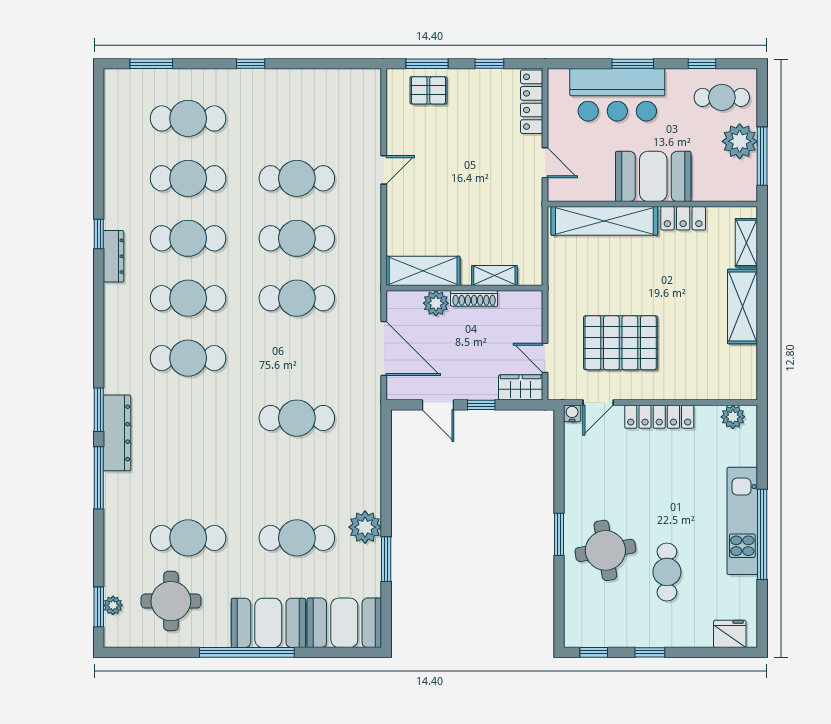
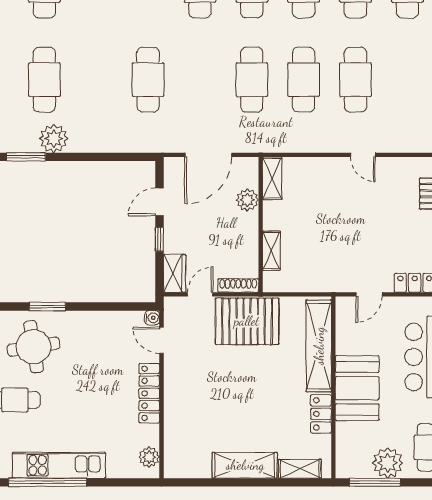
shelving: (423, 271) -> (272, 178), width x0.67, depth x0.75
shoe rack: (474, 298) -> (238, 285), moved, turned 90
pallet: (621, 343) -> (247, 321), moved, turned 90

